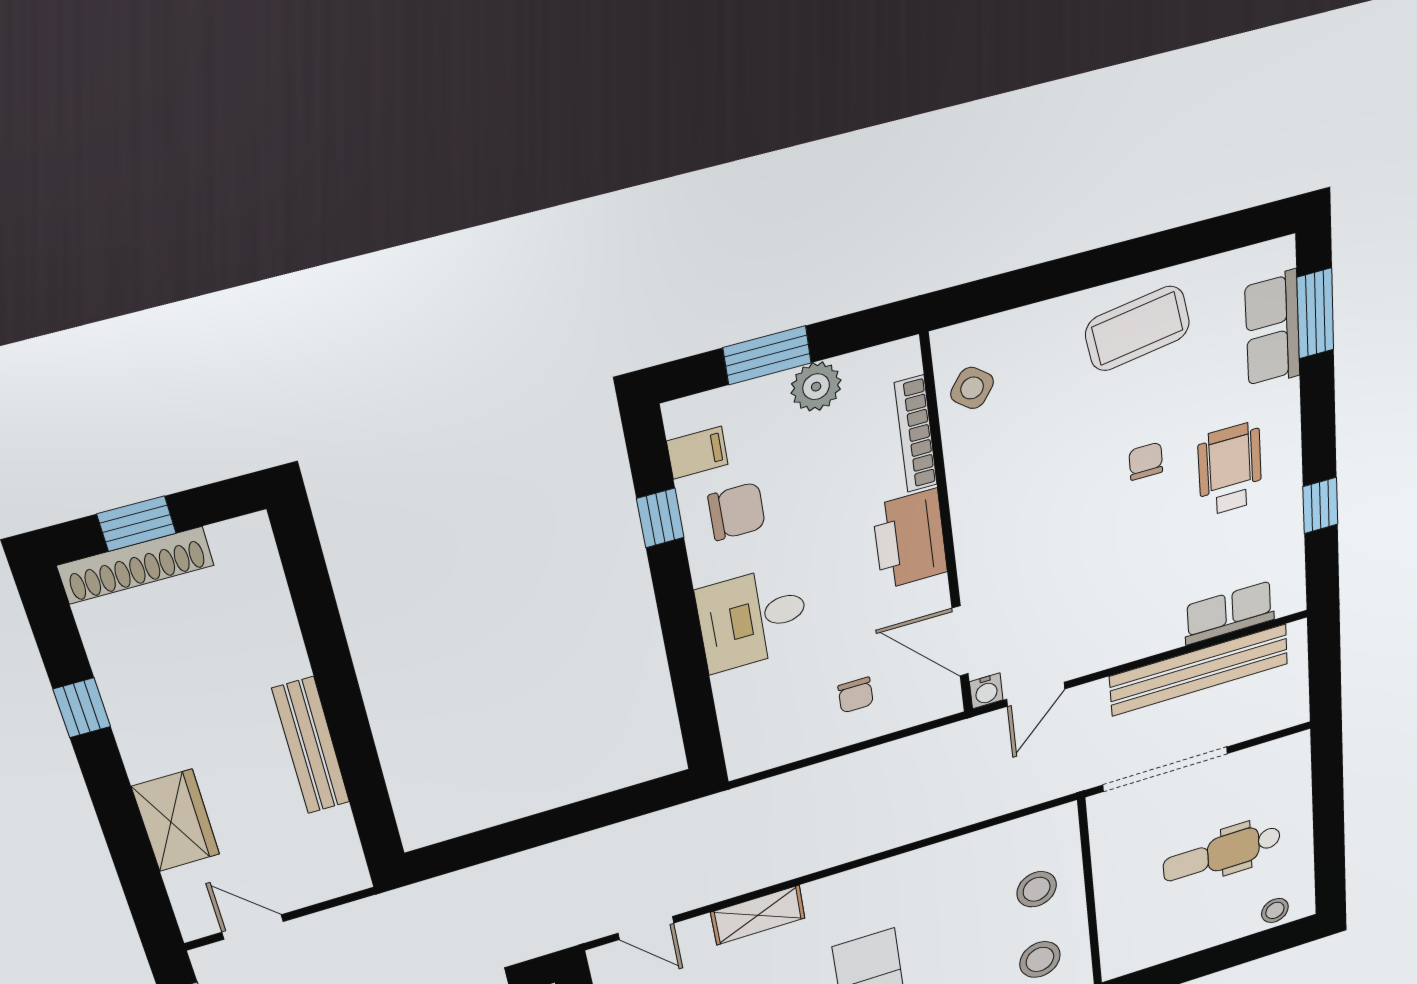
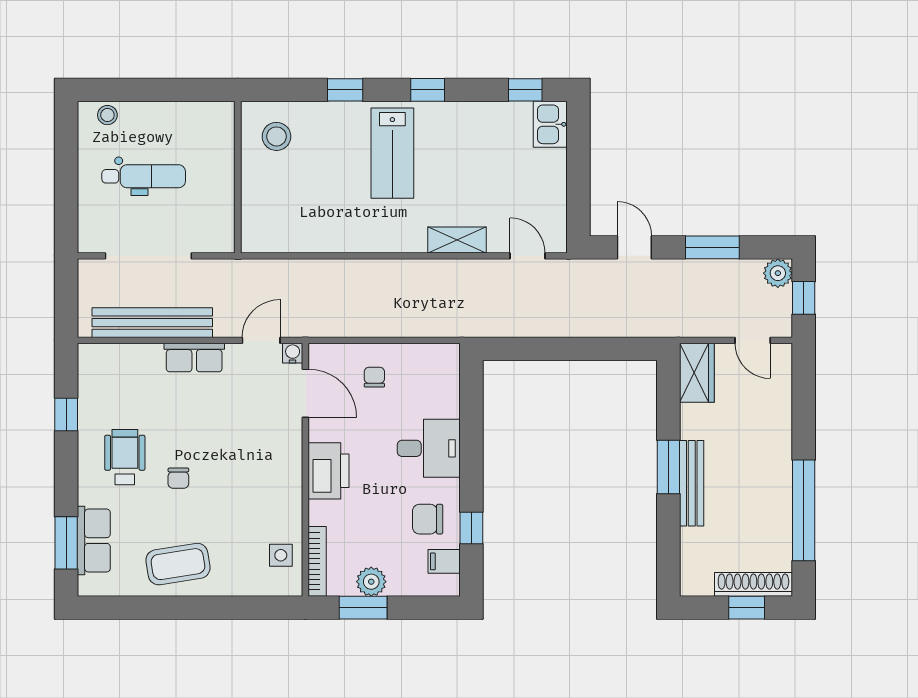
window: (767, 355) -> (363, 608), moved
side table: (972, 388) -> (281, 555), turned -37
bookcase: (916, 434) -> (317, 561), moved
wheelchair: (1230, 469) -> (125, 457), turned 180
row of seats: (1229, 613) -> (194, 358), moved
window: (343, 706) -> (668, 467), added
window: (82, 708) -> (804, 510), width x3.17
bench: (311, 746) -> (692, 483), moved
doorway: (1165, 769) -> (148, 256), moved
wardrobe: (176, 821) -> (697, 373), moved, turned 180
stool: (1037, 889) -> (274, 194), removed

